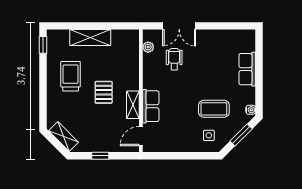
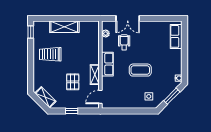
row of seats: (247, 69) -> (176, 36), moved
trolley: (71, 76) -> (50, 54), turned -90
pallet: (104, 92) -> (73, 82), moved
row of seats: (151, 106) -> (107, 64), moved
coffee table: (214, 109) -> (140, 70), moved

